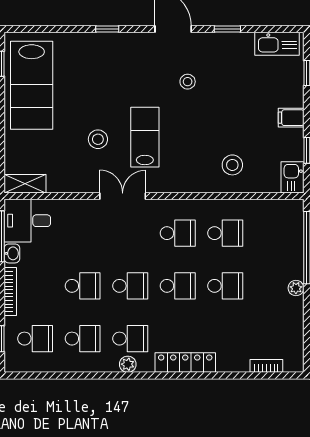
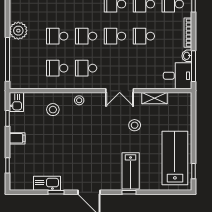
kitchen sink: (277, 44) -> (47, 183), moved
stool: (188, 82) -> (79, 100), moved
lab bench: (145, 137) -> (131, 171), moved
shelving: (25, 184) -> (154, 98), moved
plant: (296, 288) -> (18, 31), width x1.88, depth x1.88

